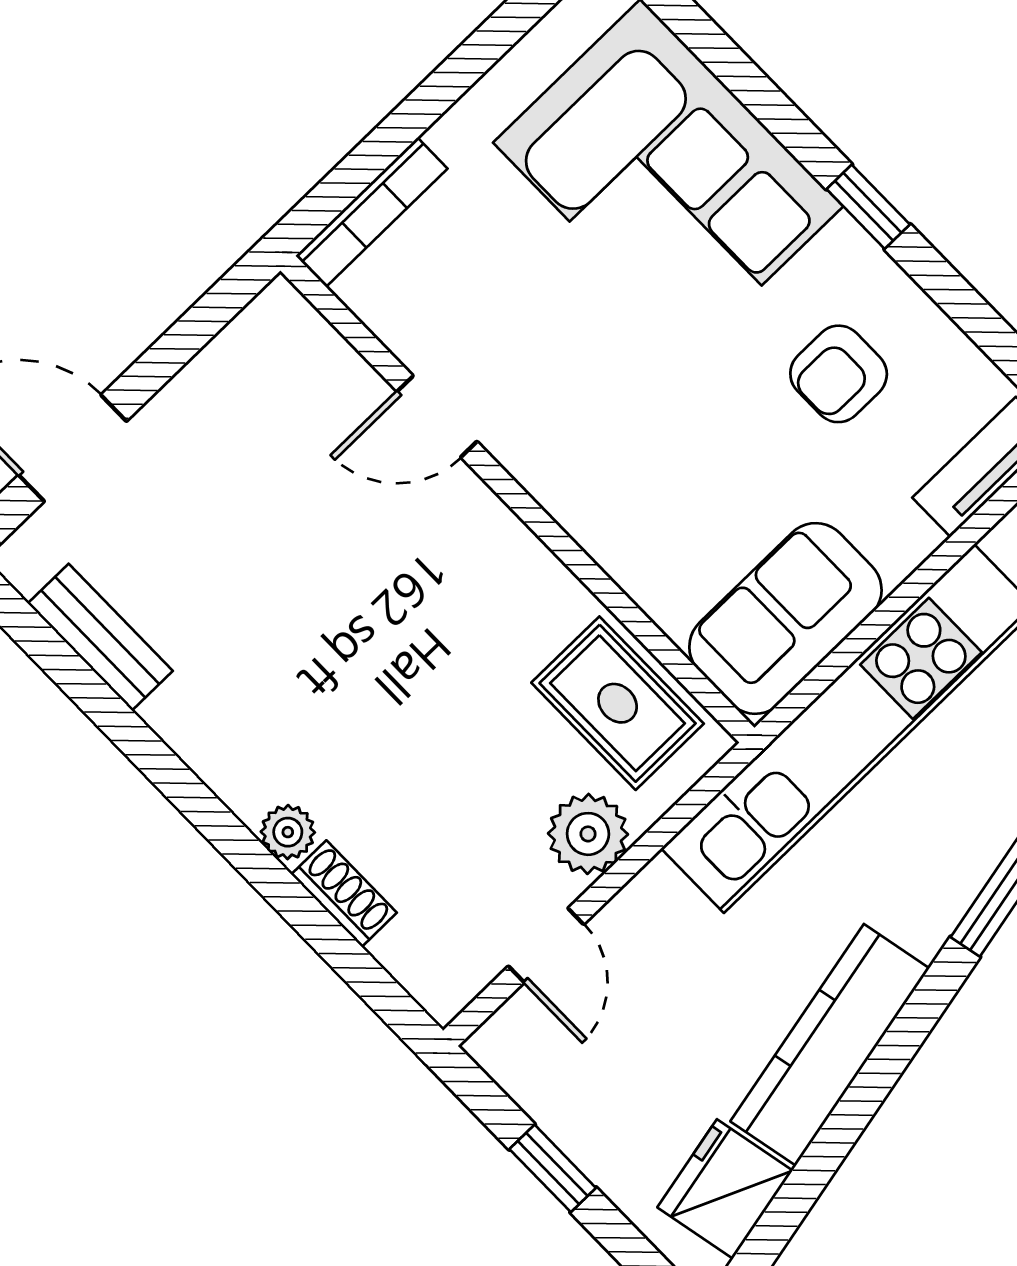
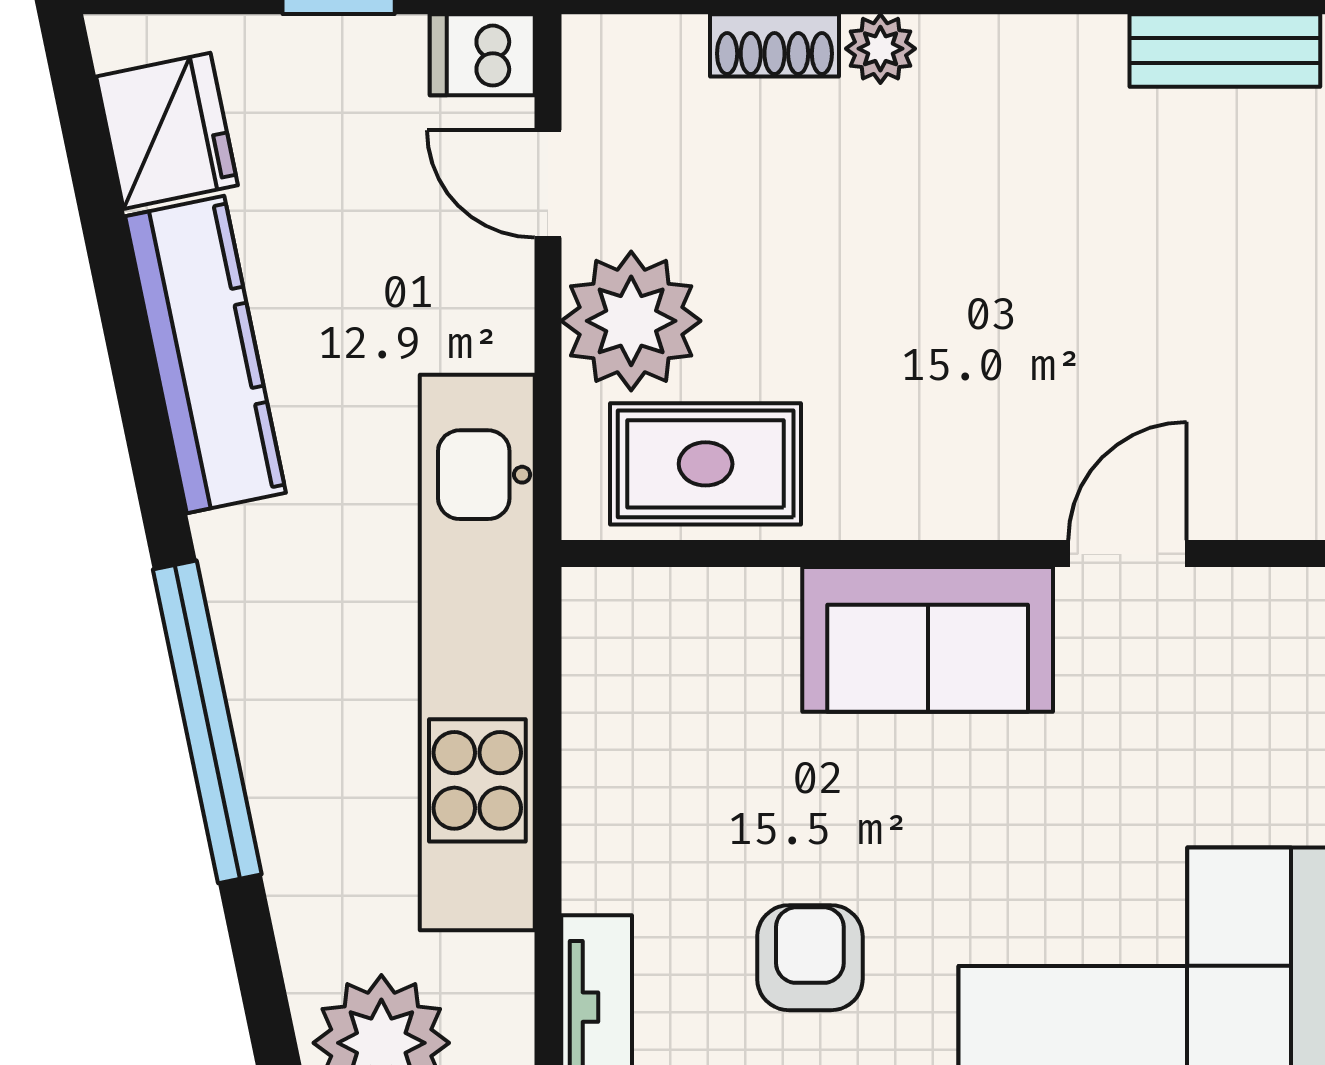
sofa: (785, 618) -> (928, 639), moved, turned 90
plant: (588, 834) -> (631, 321), width x1.36, depth x1.36
dishwasher: (509, 1053) -> (482, 55), added

